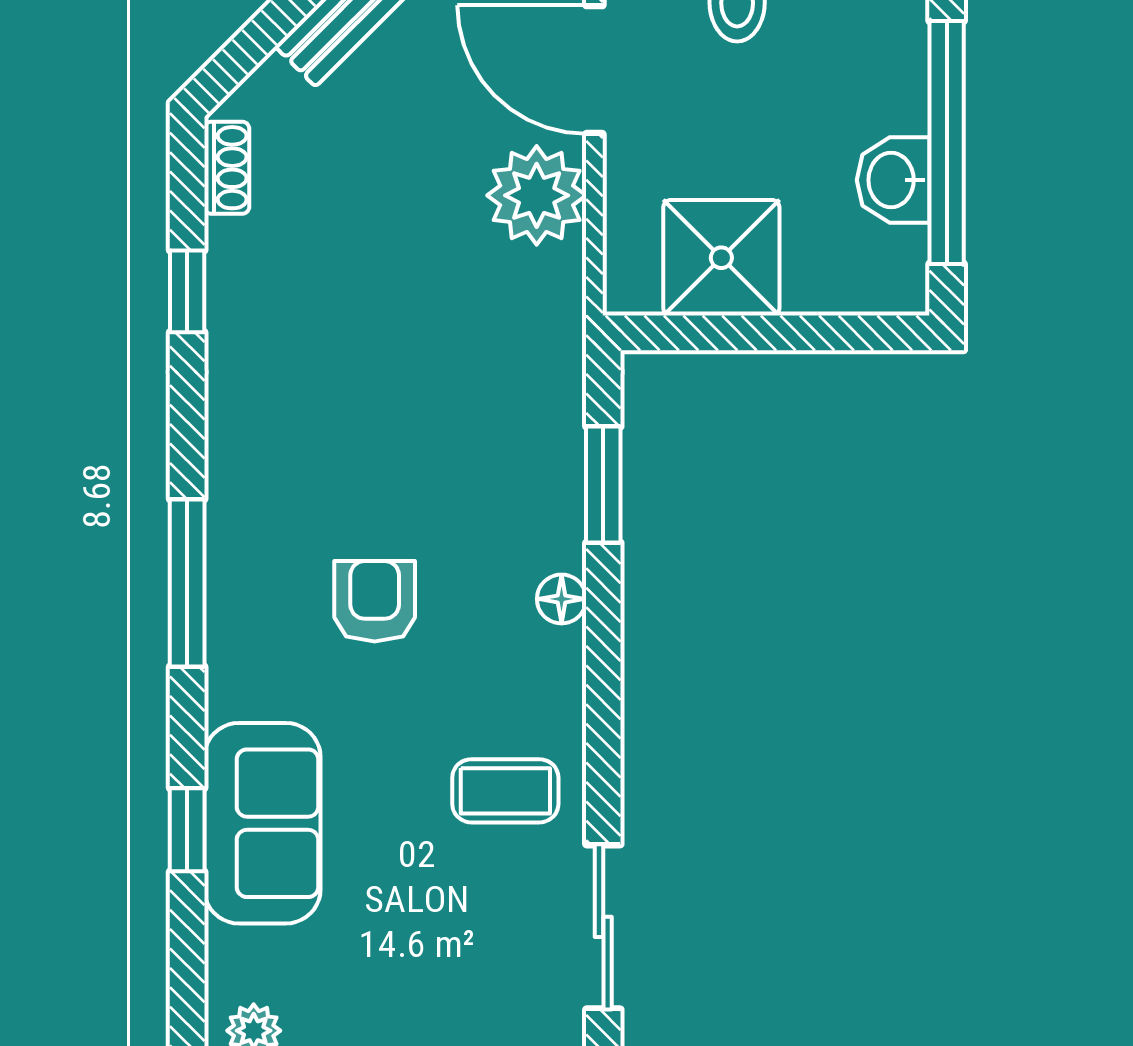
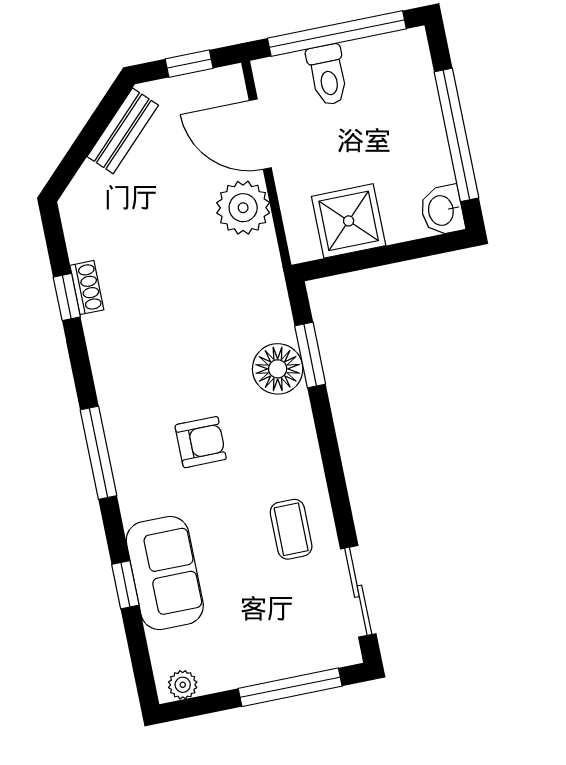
shoe rack: (227, 168) -> (87, 288), moved
washbasin: (893, 180) -> (442, 210), moved
floor lamp: (562, 599) -> (278, 369), moved, width x1.89, depth x1.89
armchair: (375, 601) -> (201, 442), turned 90
coffee table: (505, 791) -> (291, 529), turned 90

